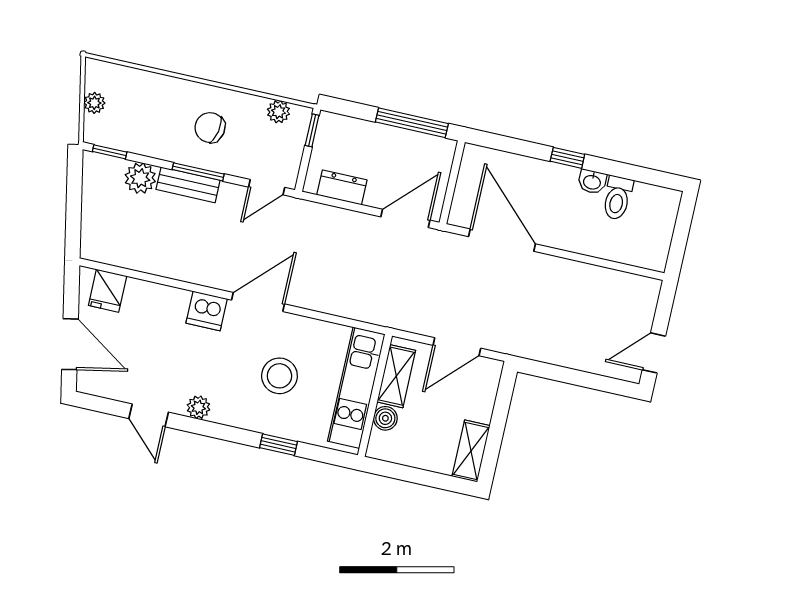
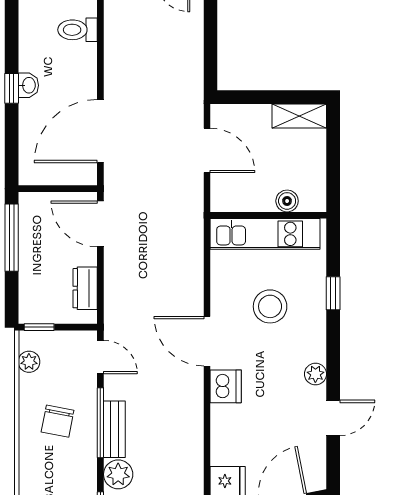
window: (198, 172) -> (100, 423), width x1.44
washbasin: (592, 182) -> (28, 85), moved
toilet: (617, 198) -> (78, 30), moved, turned 180
shelving: (396, 376) -> (246, 200), removed

